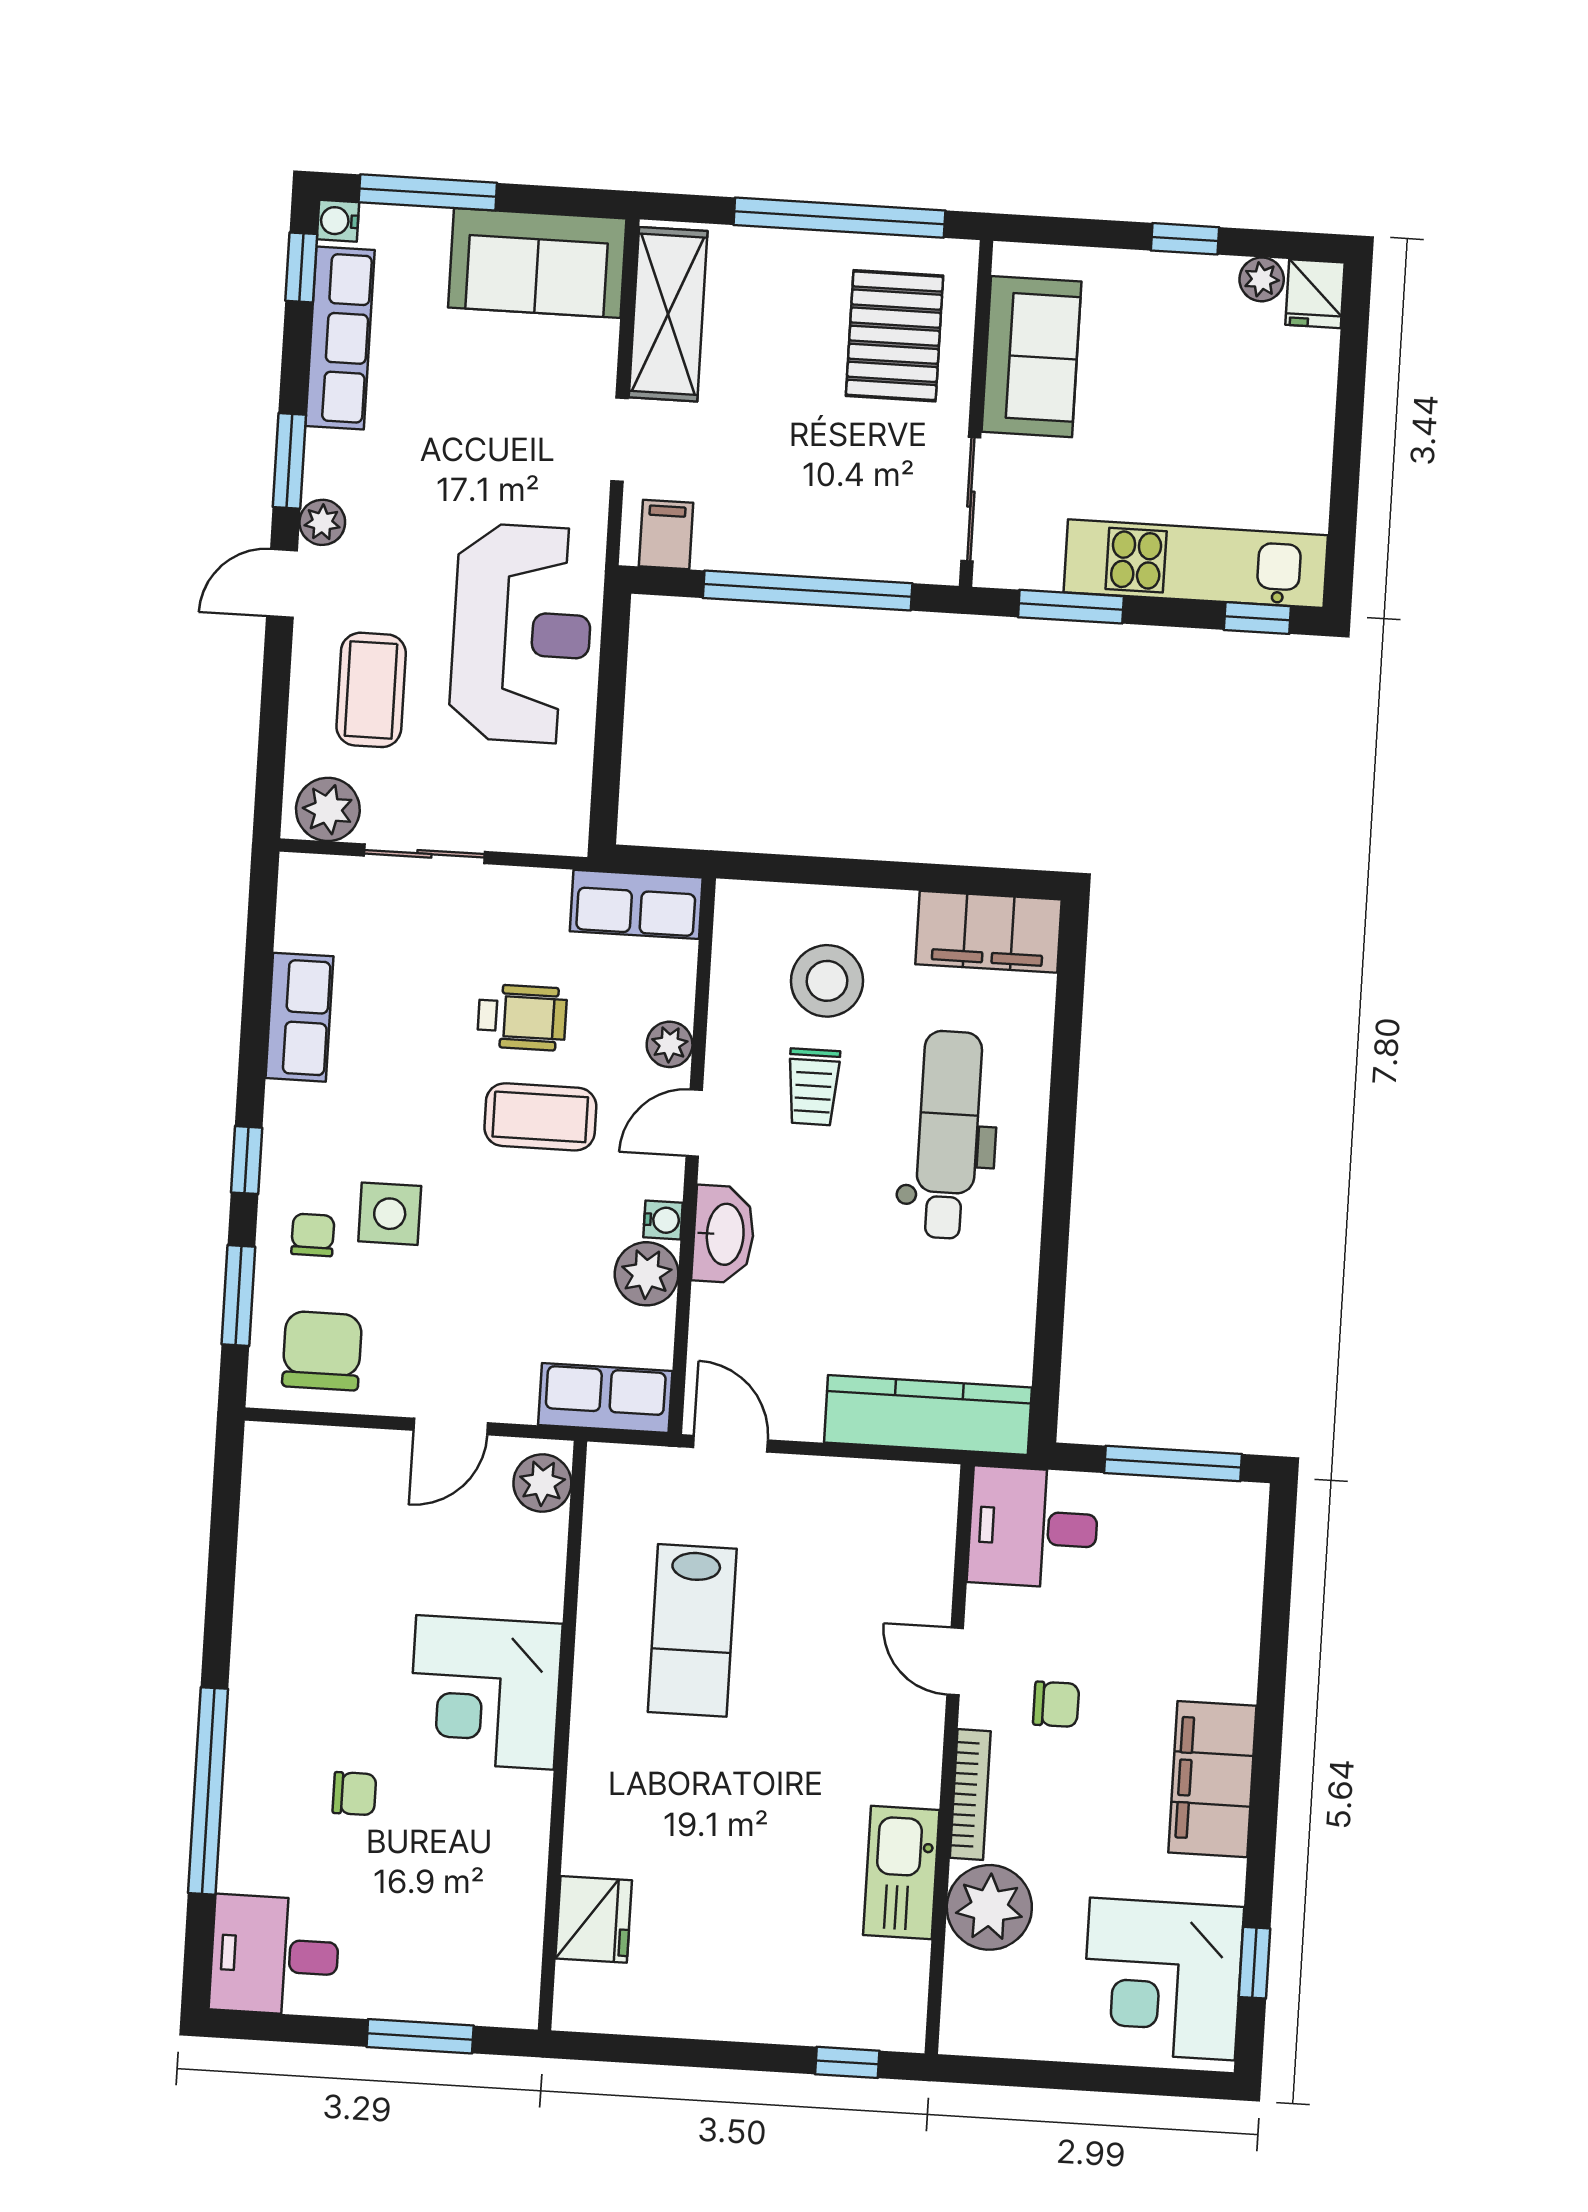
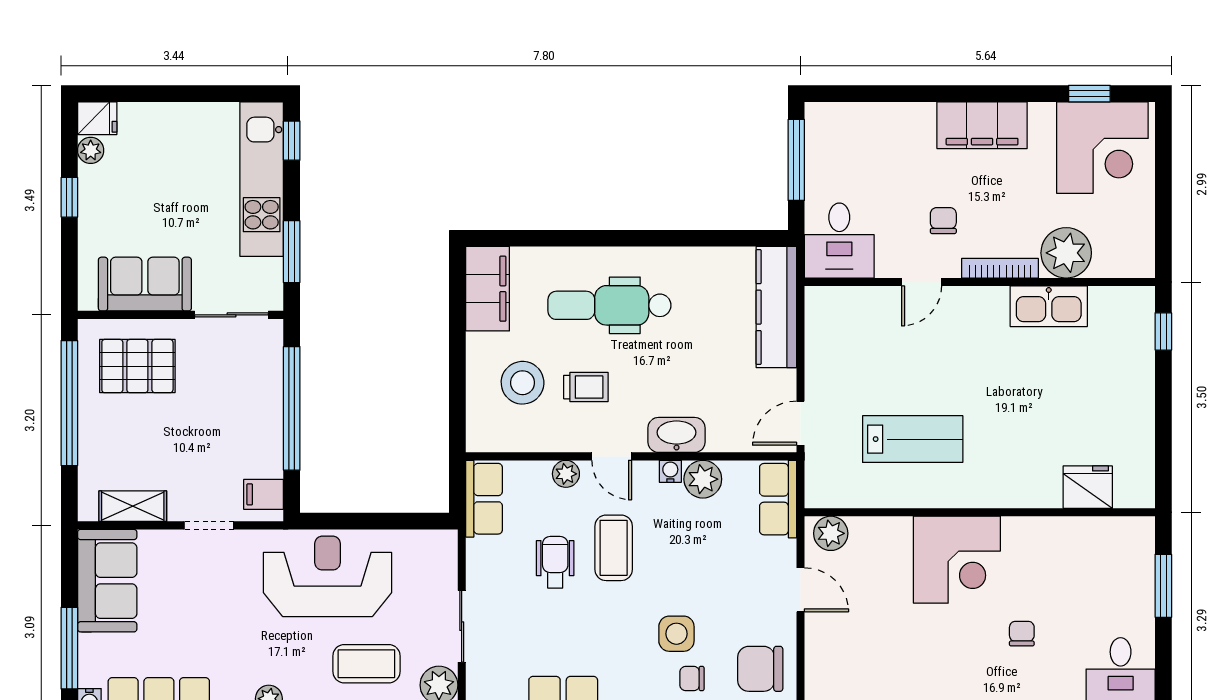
shelving: (668, 314) -> (133, 506), width x0.67, depth x0.75

